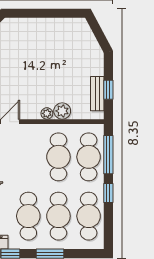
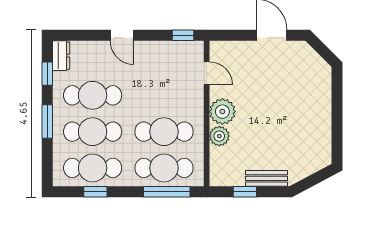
bench: (97, 94) -> (267, 178), moved
plant: (47, 113) -> (222, 112), width x1.88, depth x1.88
window: (108, 193) -> (95, 192), moved

